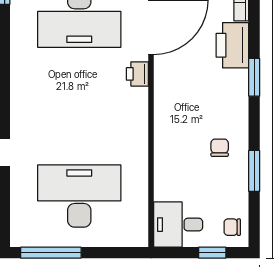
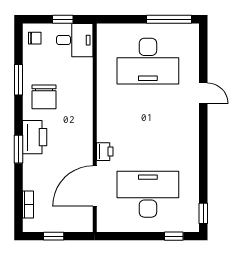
printer: (232, 45) -> (35, 137), moved
chair: (220, 148) -> (44, 97), width x1.87, depth x1.87
window: (212, 253) -> (63, 19), moved

